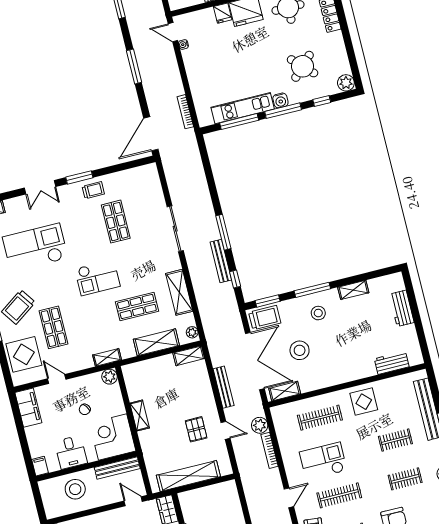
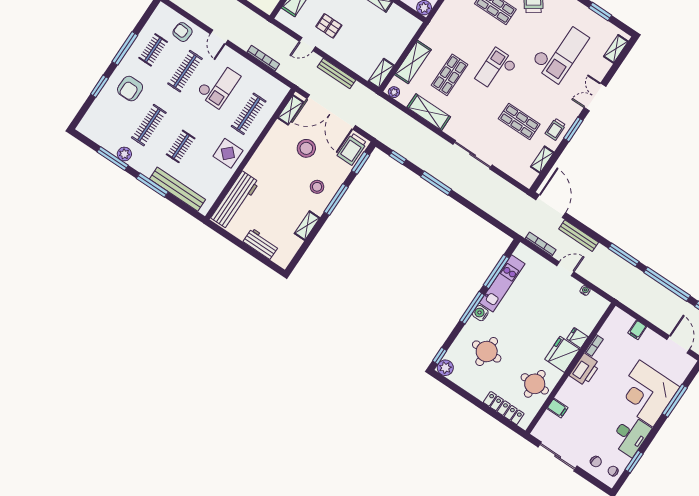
door: (173, 32) -> (565, 269), moved
window: (134, 66) -> (624, 255), moved
round table: (303, 66) -> (487, 352), turned 45
window: (322, 101) -> (440, 356), moved
bench: (221, 261) -> (579, 236), moved
shelving: (107, 357) -> (542, 160), moved
workbench: (392, 363) -> (235, 200), width x1.88, depth x1.32
plant: (260, 425) -> (286, 70), removed
clothes rail: (405, 479) -> (149, 125), width x1.36

